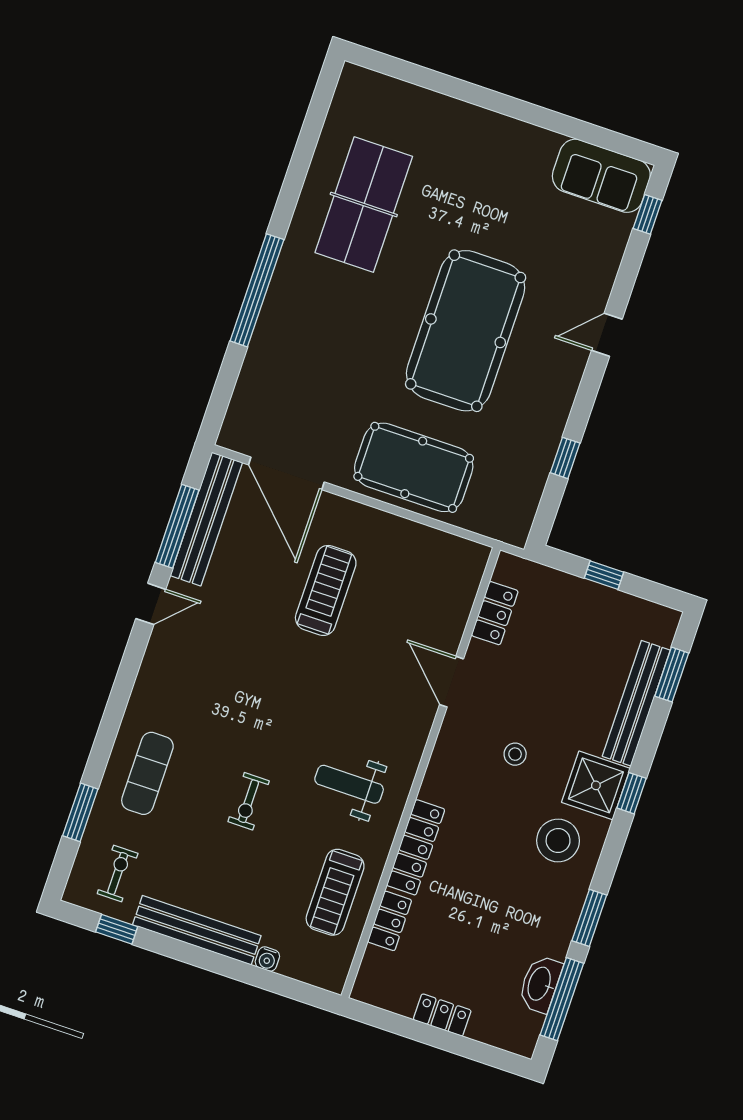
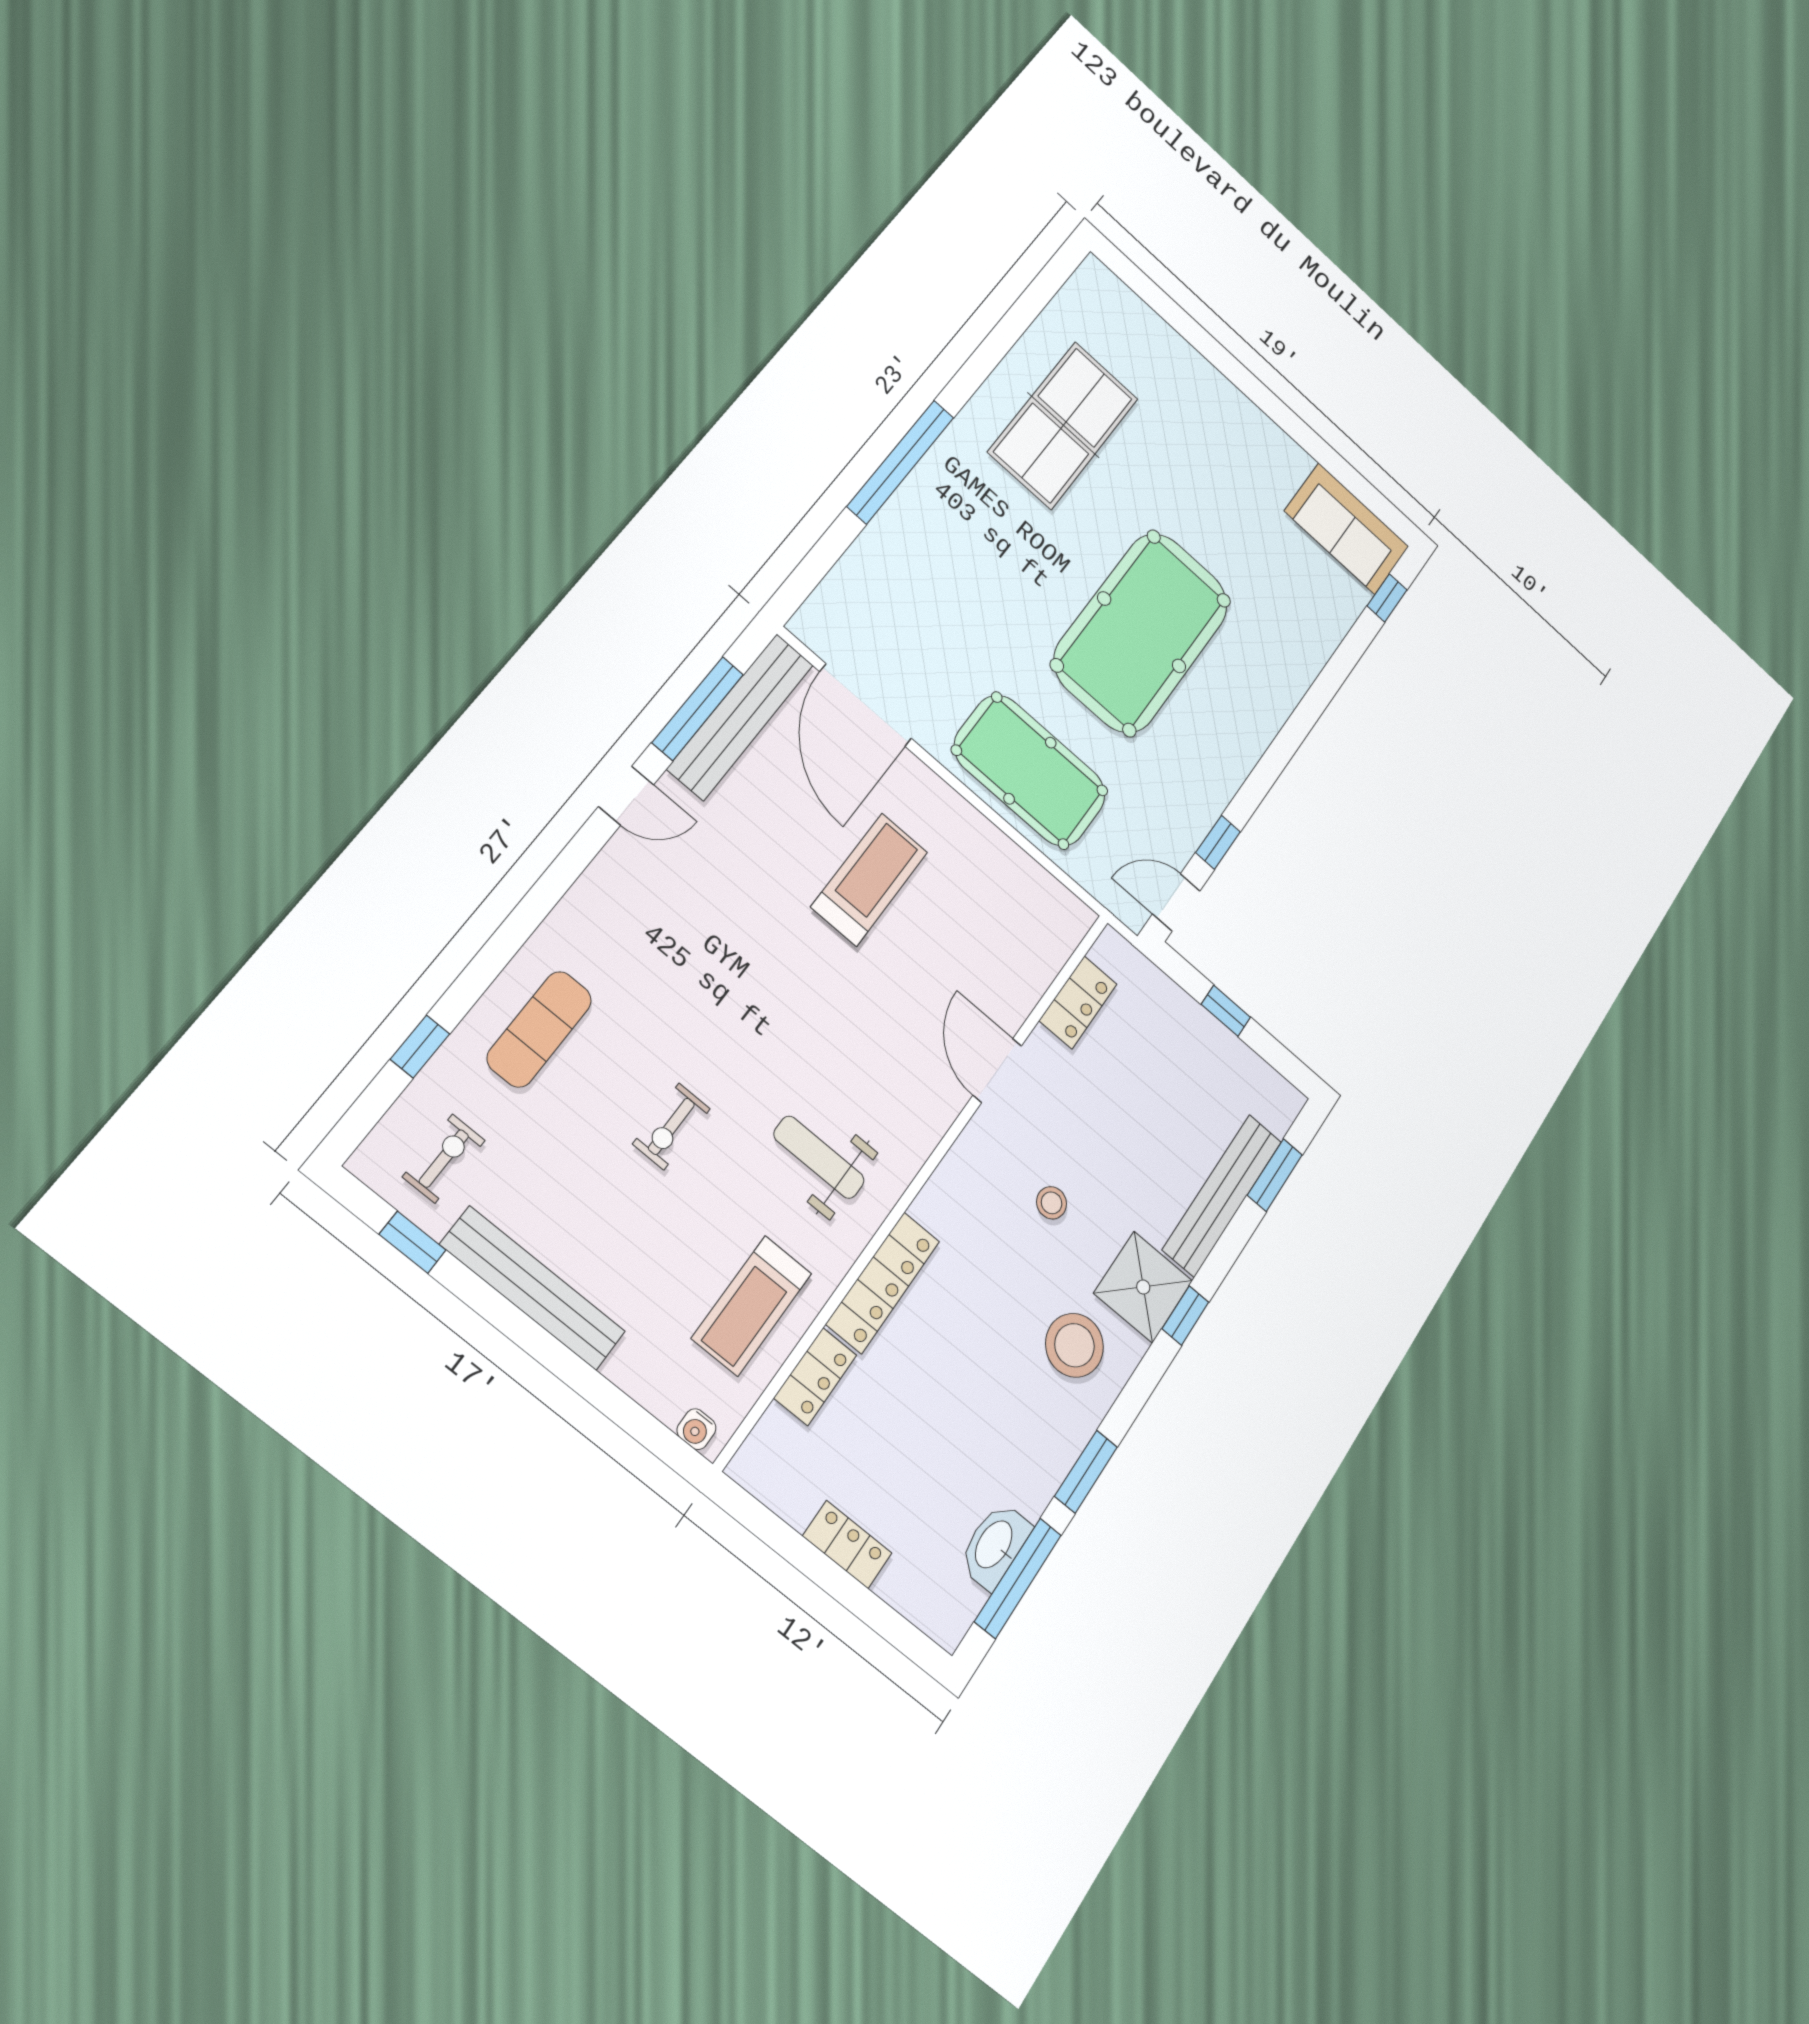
door: (607, 335) -> (1176, 902), moved
window: (80, 812) -> (420, 1047), width x0.67
water cooler: (267, 959) -> (696, 1429), moved

